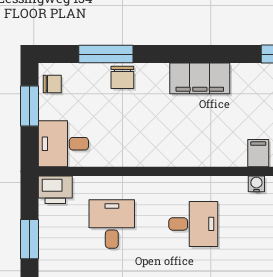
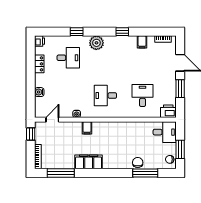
filing cabinet: (200, 78) -> (89, 162), moved
filing cabinet: (258, 153) -> (87, 128), moved
desk: (112, 224) -> (143, 96), turned 180

